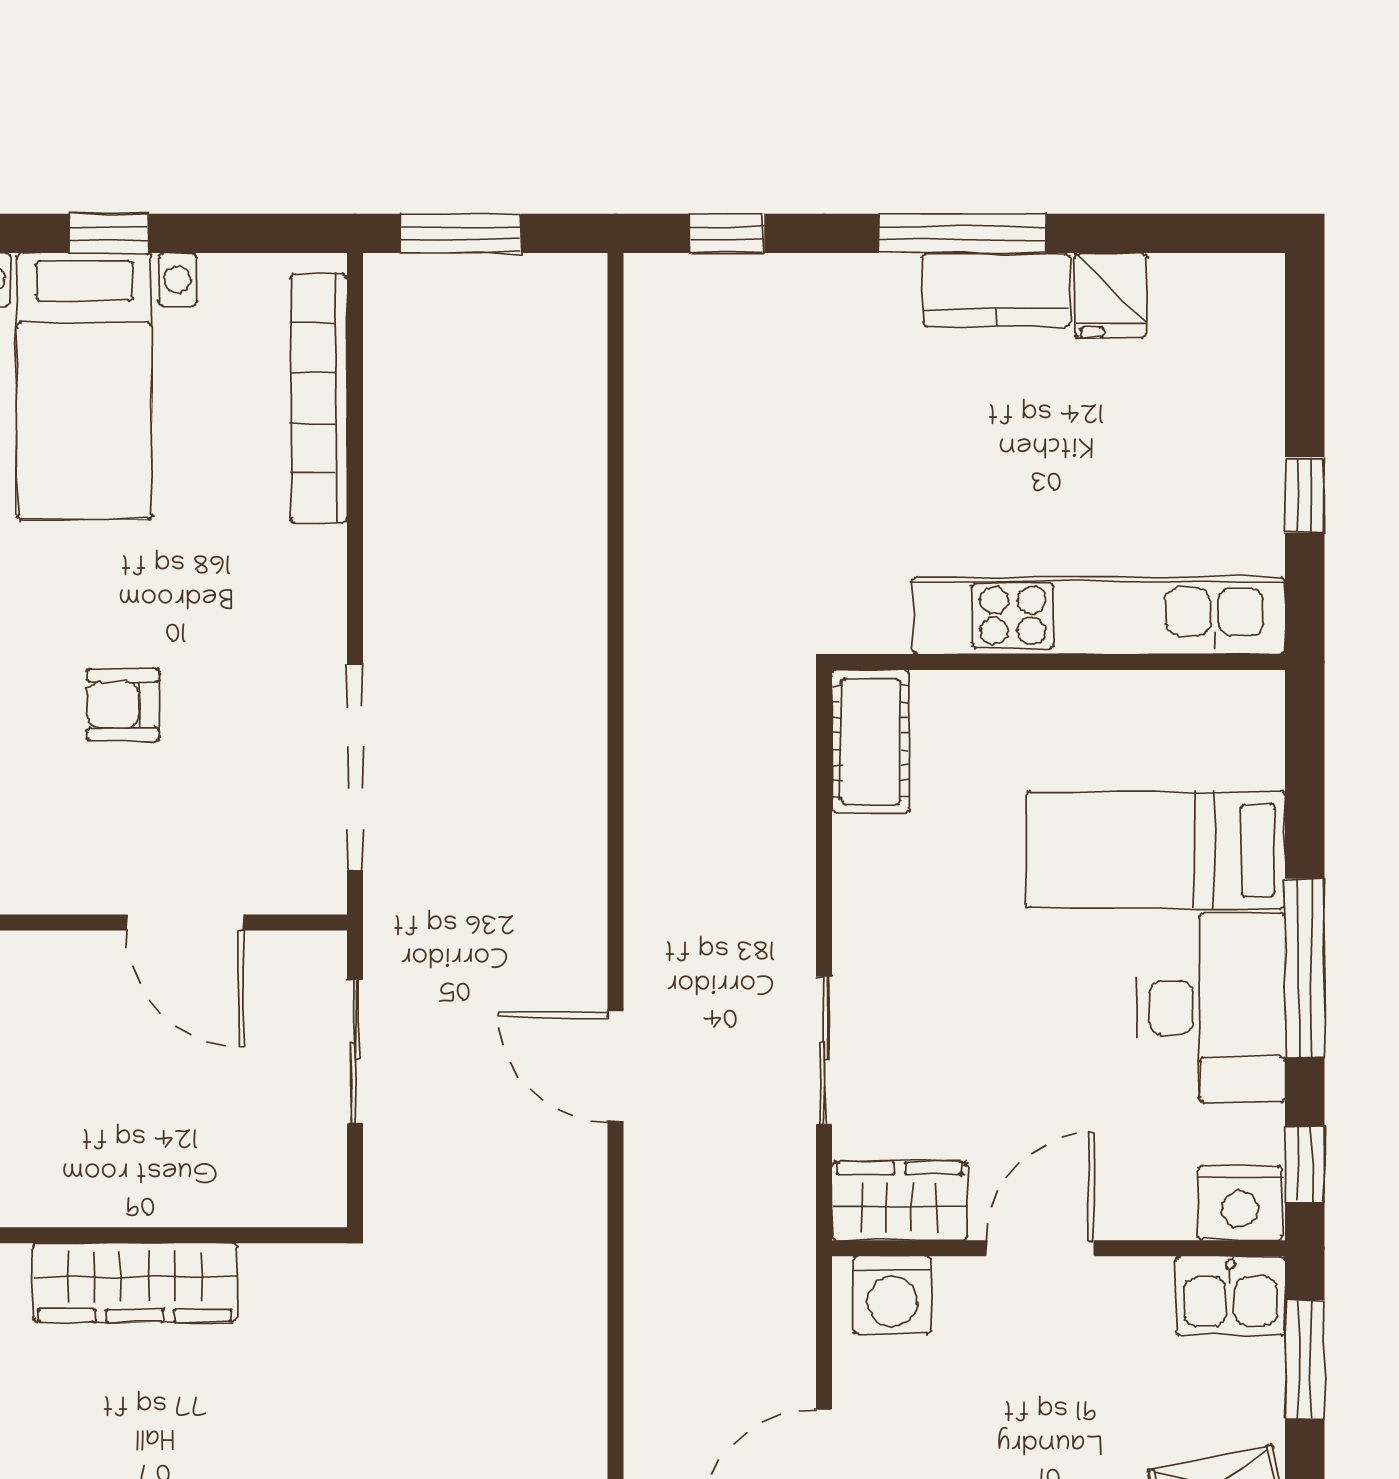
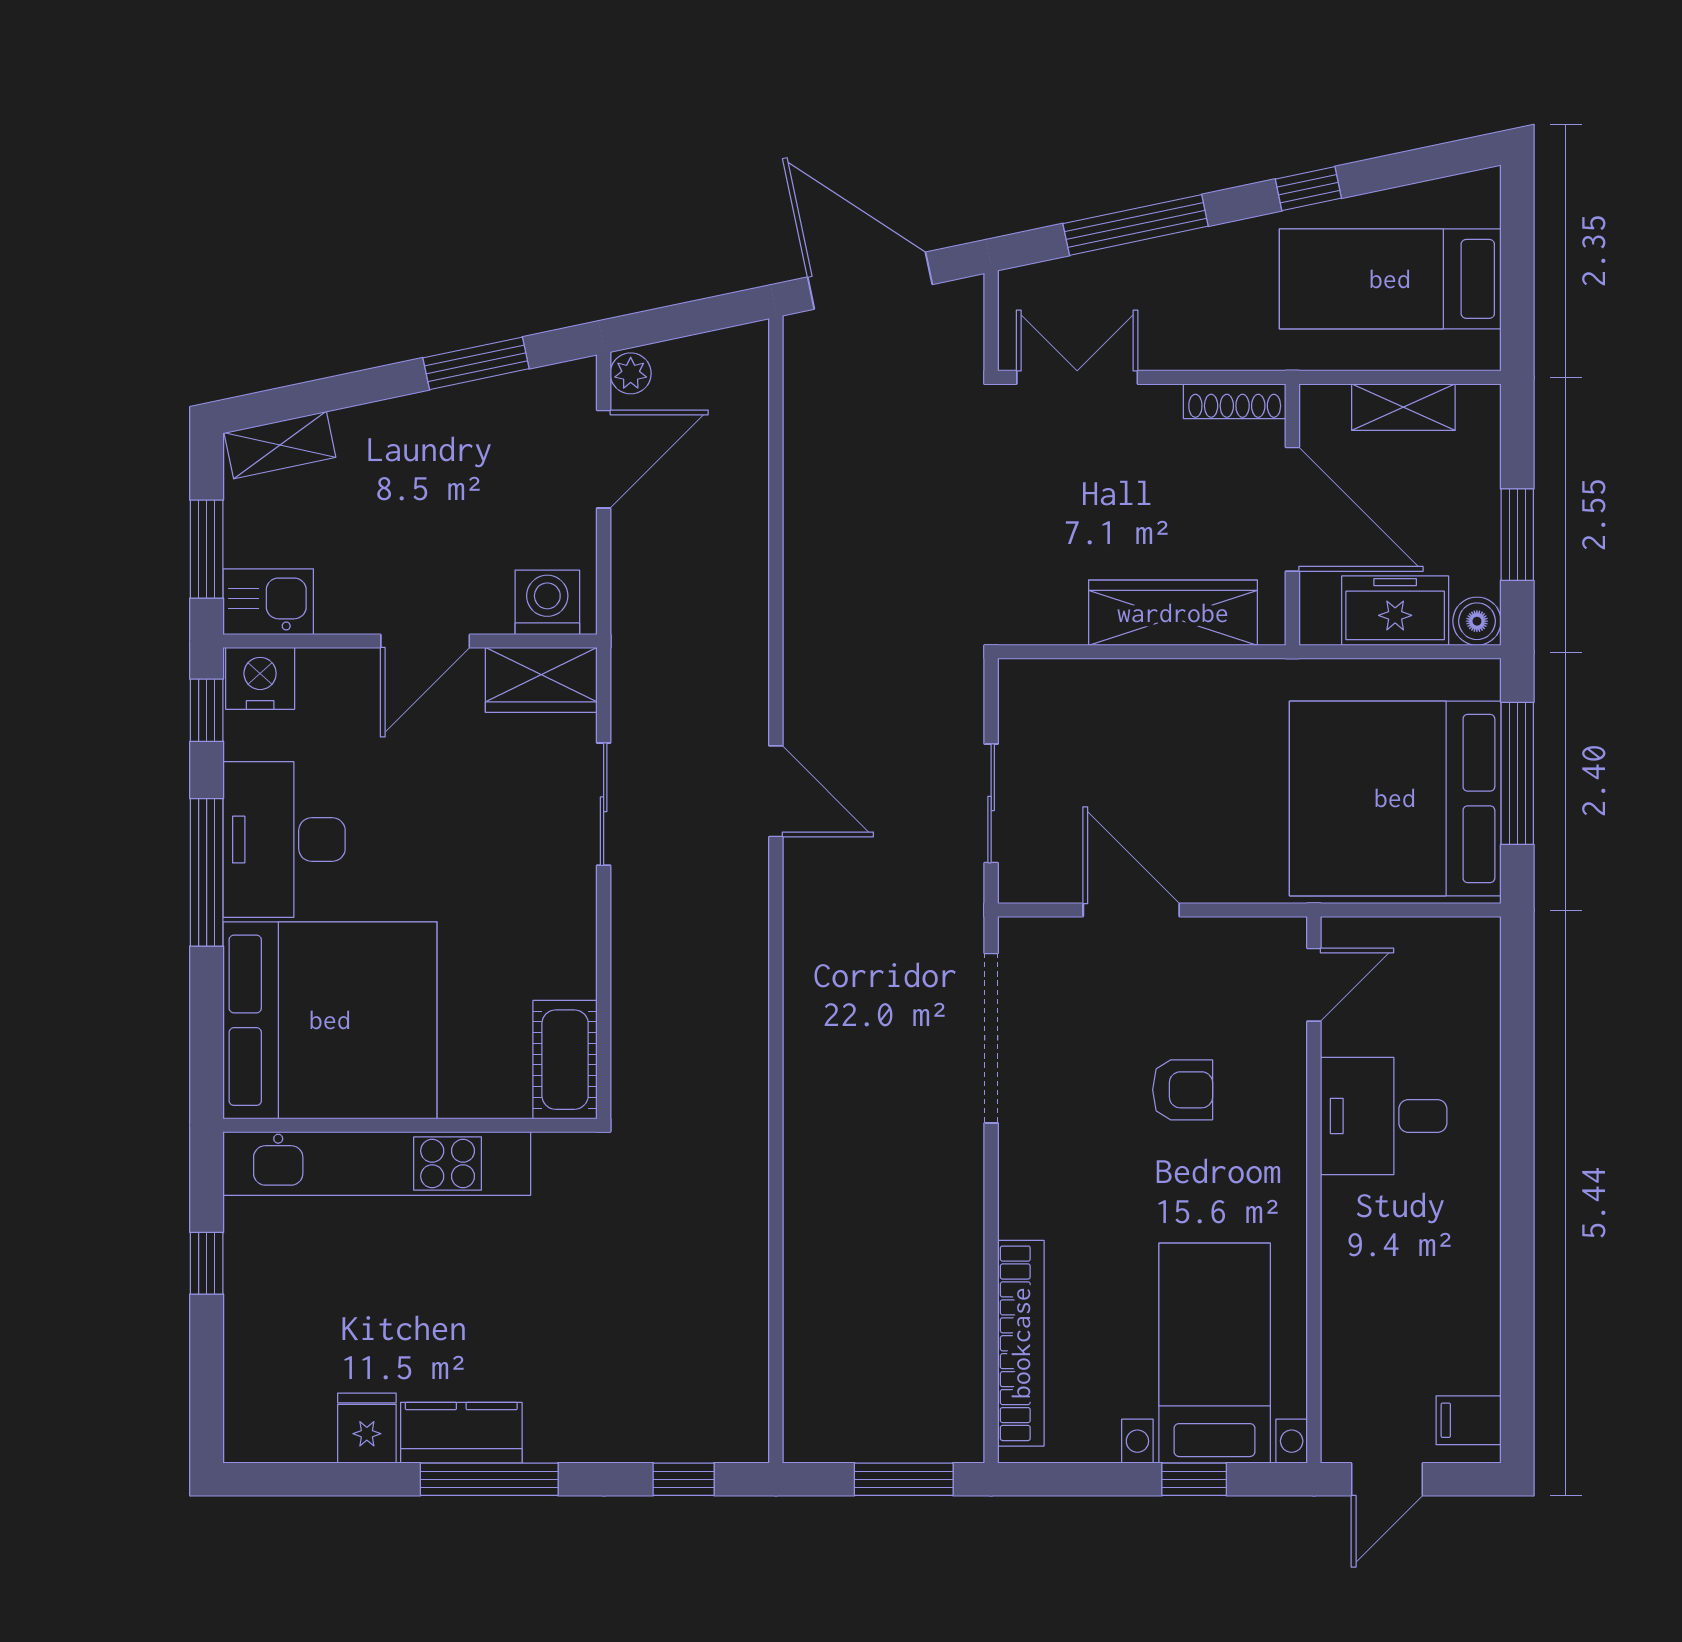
bed: (1156, 850) -> (330, 1020), width x2.04

